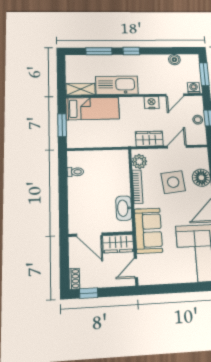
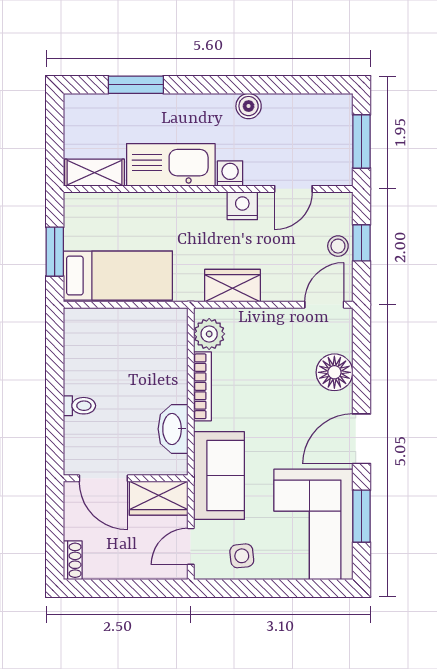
window: (131, 51) -> (206, 85), removed
boiler: (174, 60) -> (249, 106), moved
washing machine: (194, 88) -> (230, 173), moved
bed: (93, 108) -> (118, 276), moved
door: (177, 147) -> (324, 305), moved
toilet: (75, 172) -> (79, 406), moved
side table: (173, 182) -> (242, 556), moved, width x0.54, depth x0.54
window: (89, 293) -> (99, 588), removed

